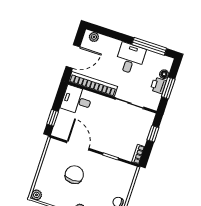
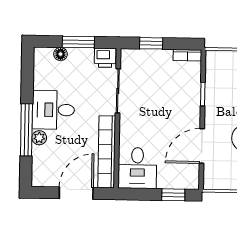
plant: (94, 37) -> (39, 138), moved
window: (149, 46) -> (26, 130), moved
door: (73, 57) -> (76, 193), hinge flipped
printer: (158, 85) -> (105, 58), moved

